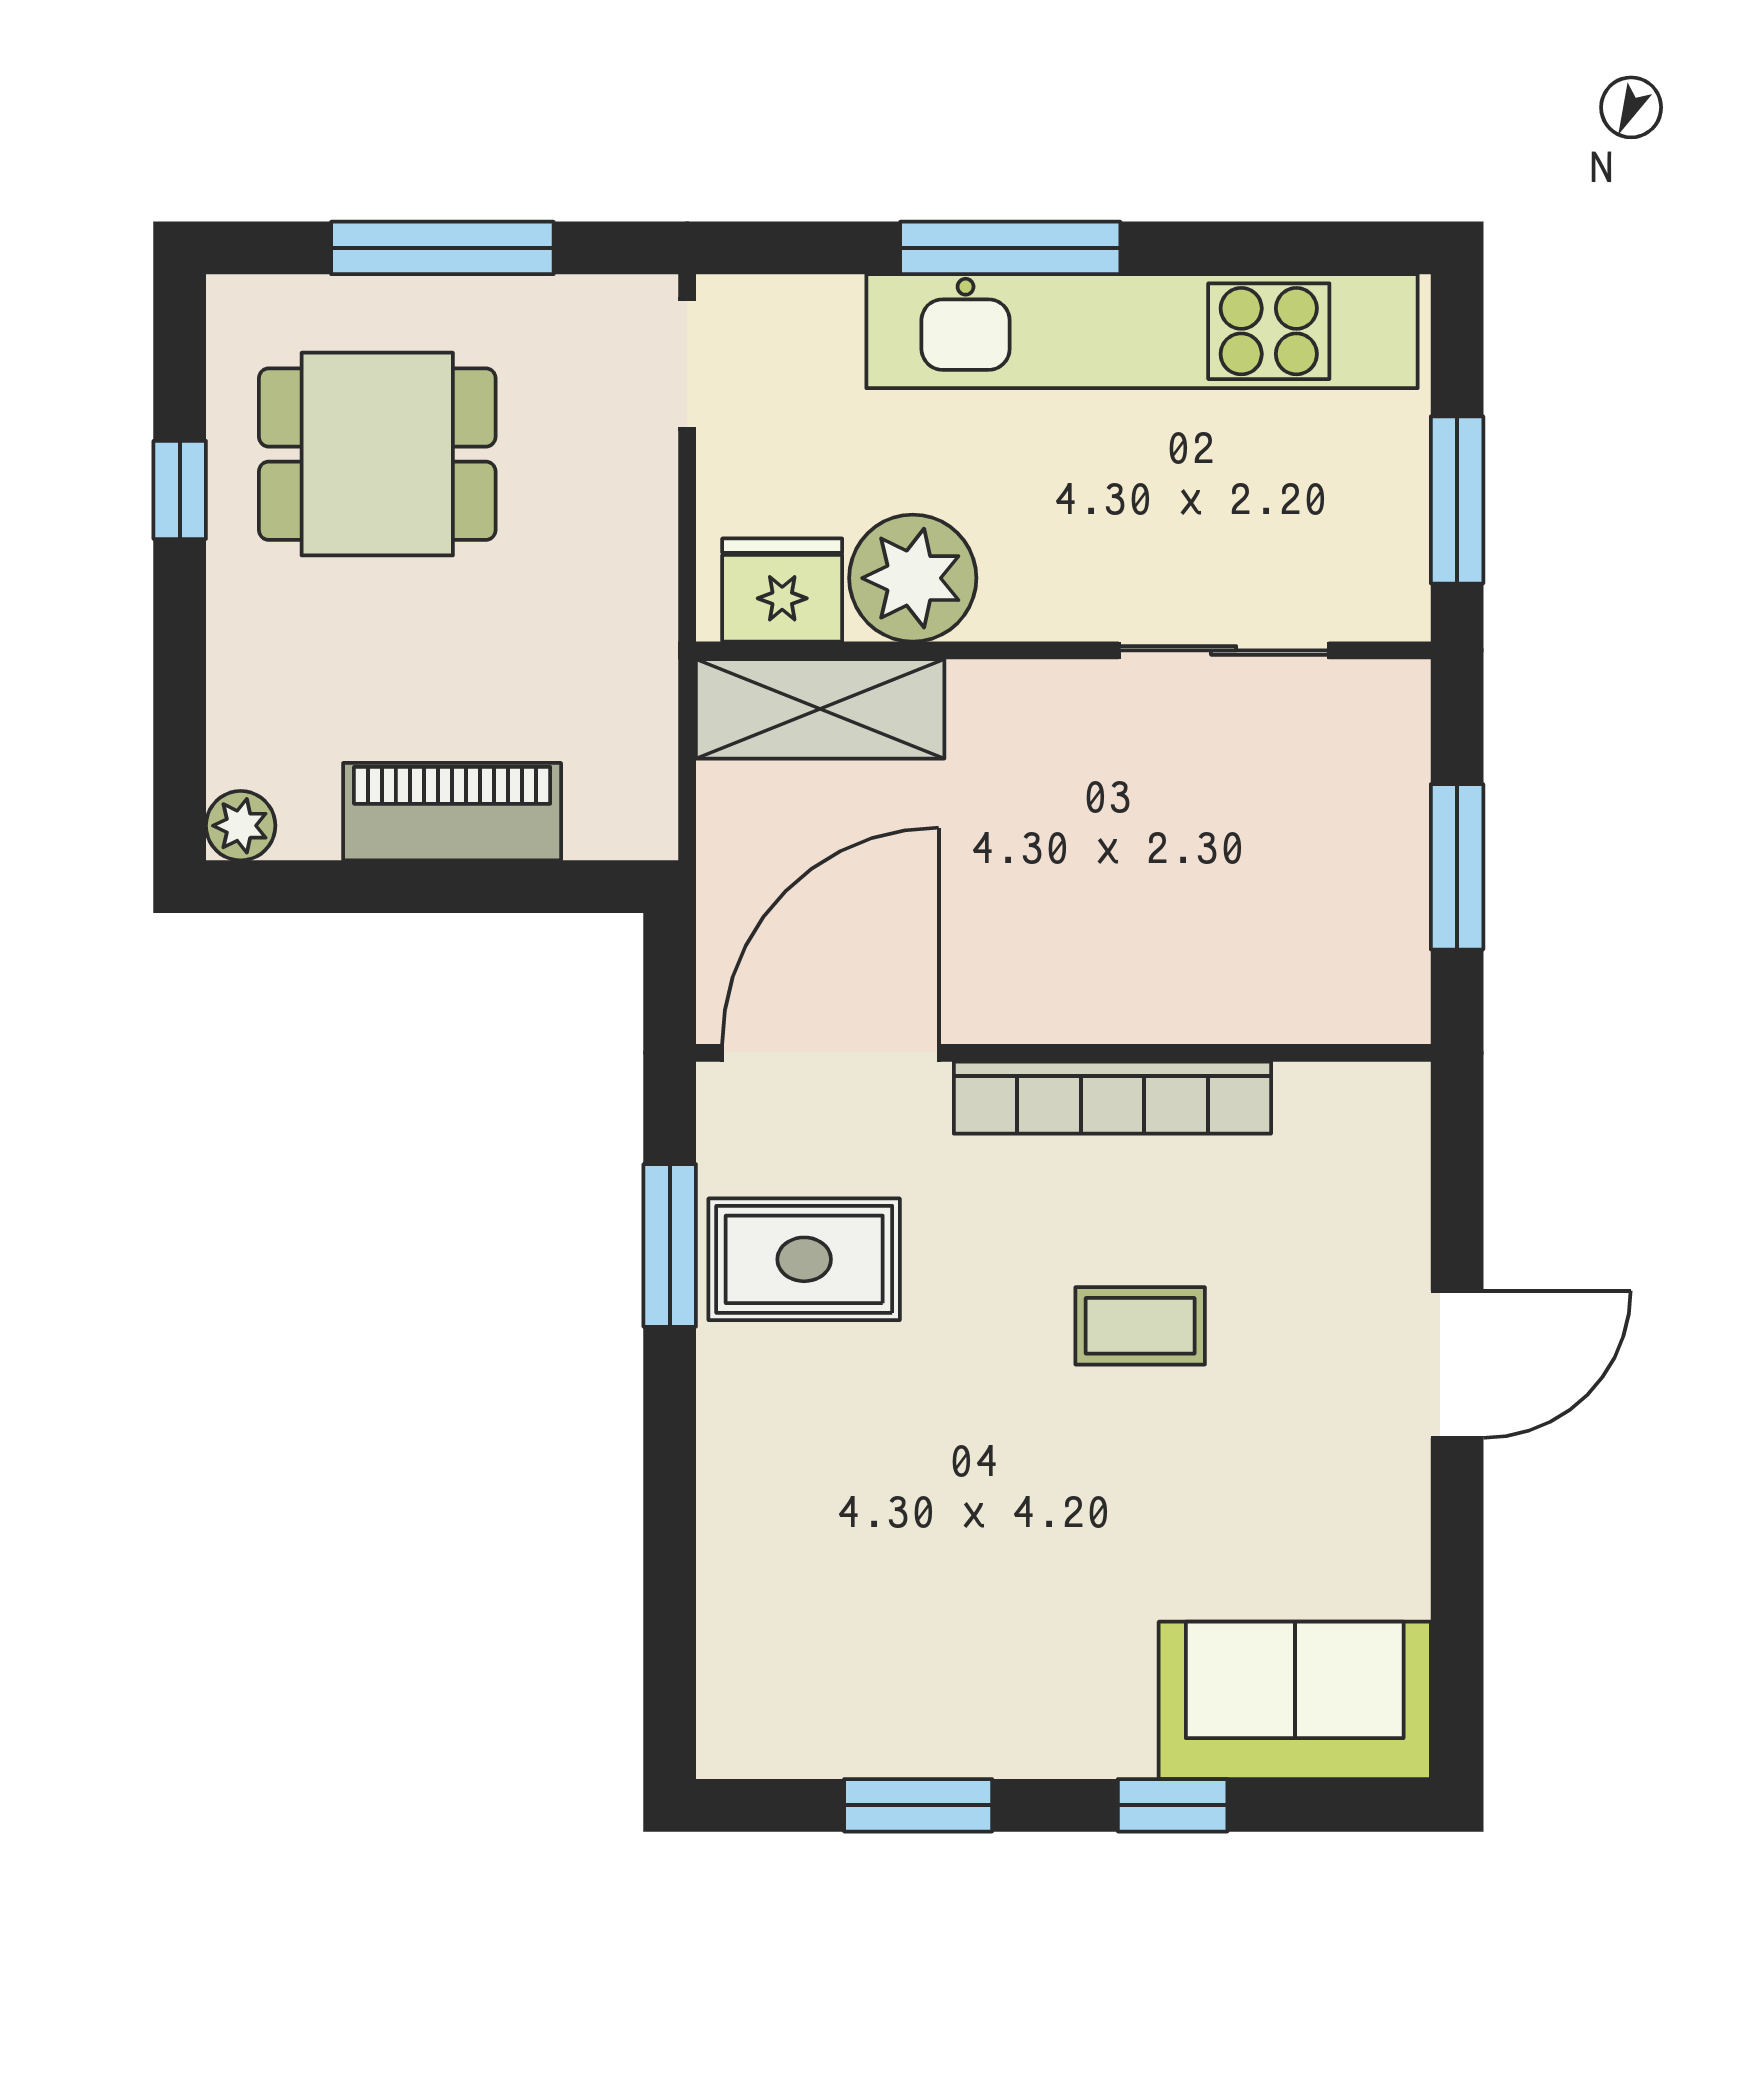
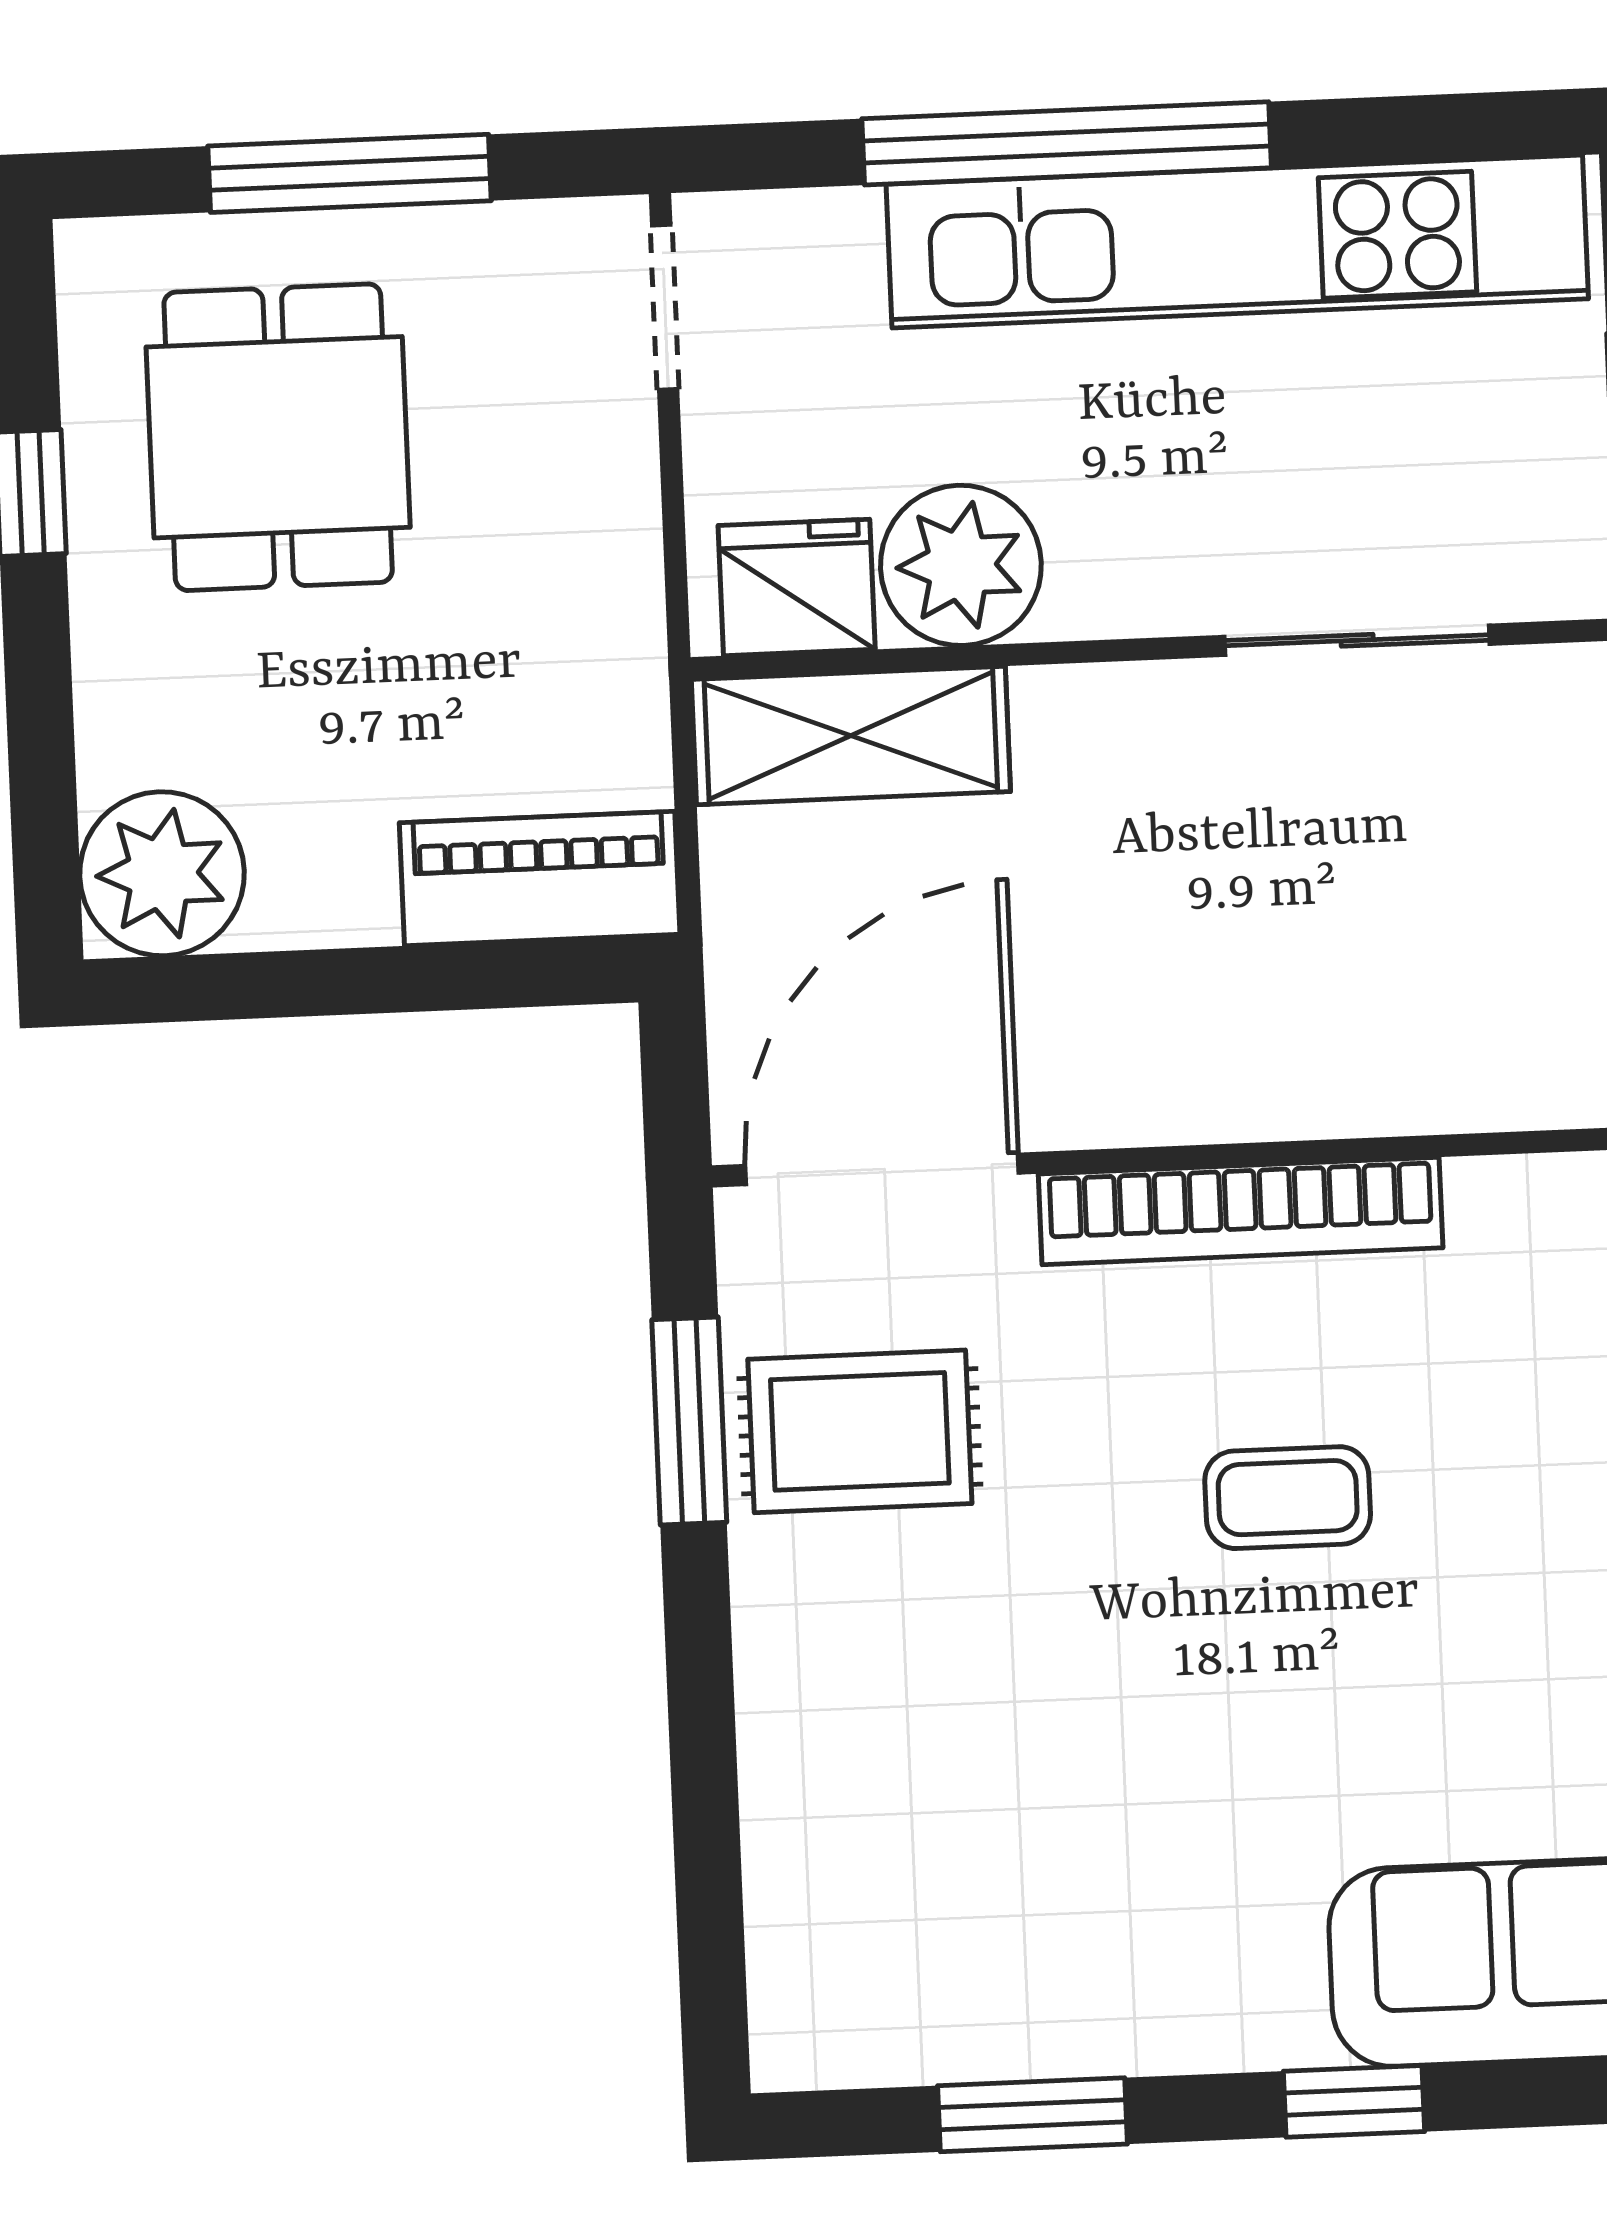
window: (1010, 248) -> (1067, 143), width x1.46
dining table: (377, 454) -> (278, 437), turned 90
piano: (452, 812) -> (540, 879), moved
plant: (241, 826) -> (162, 874), width x1.87, depth x1.87

